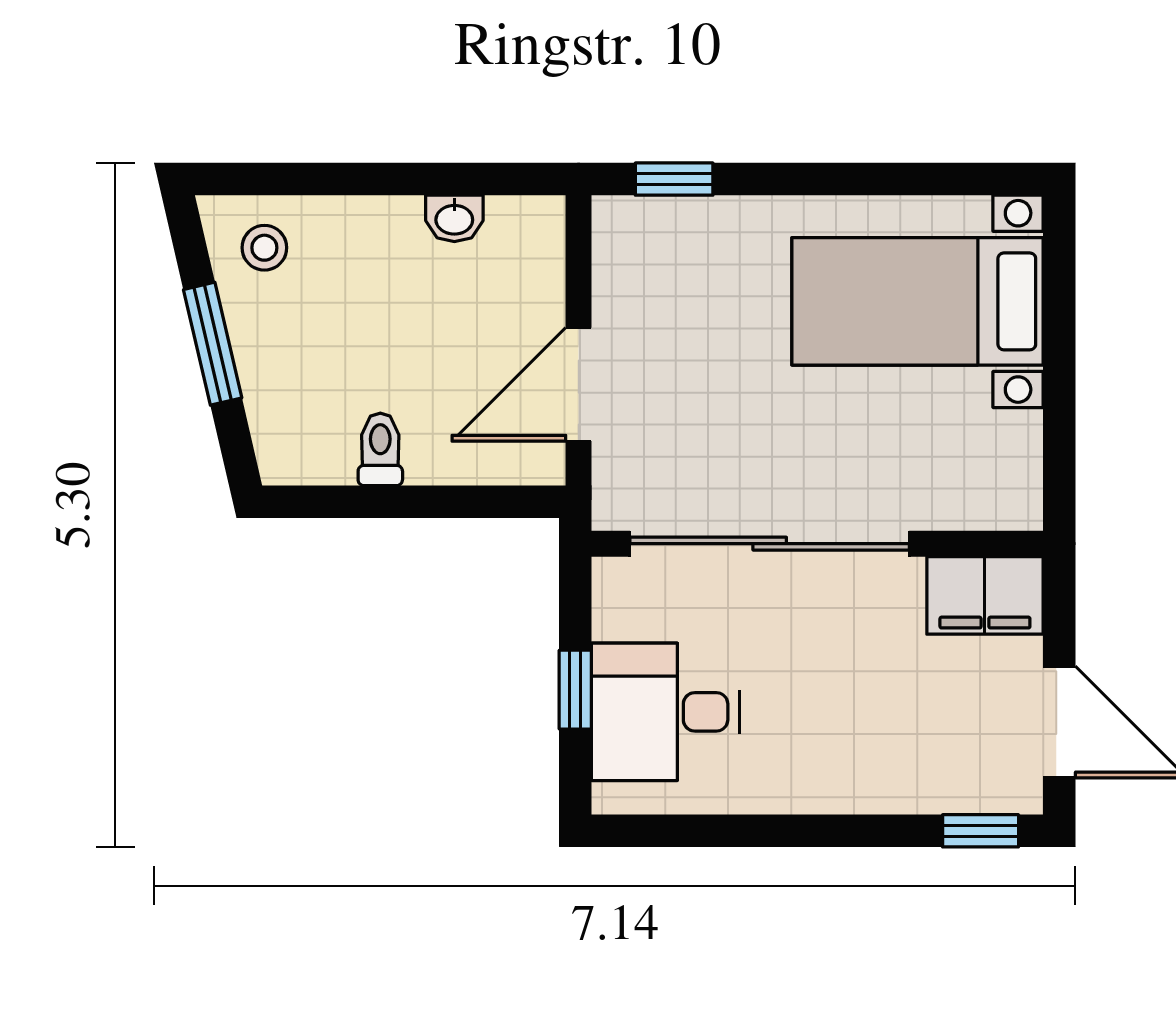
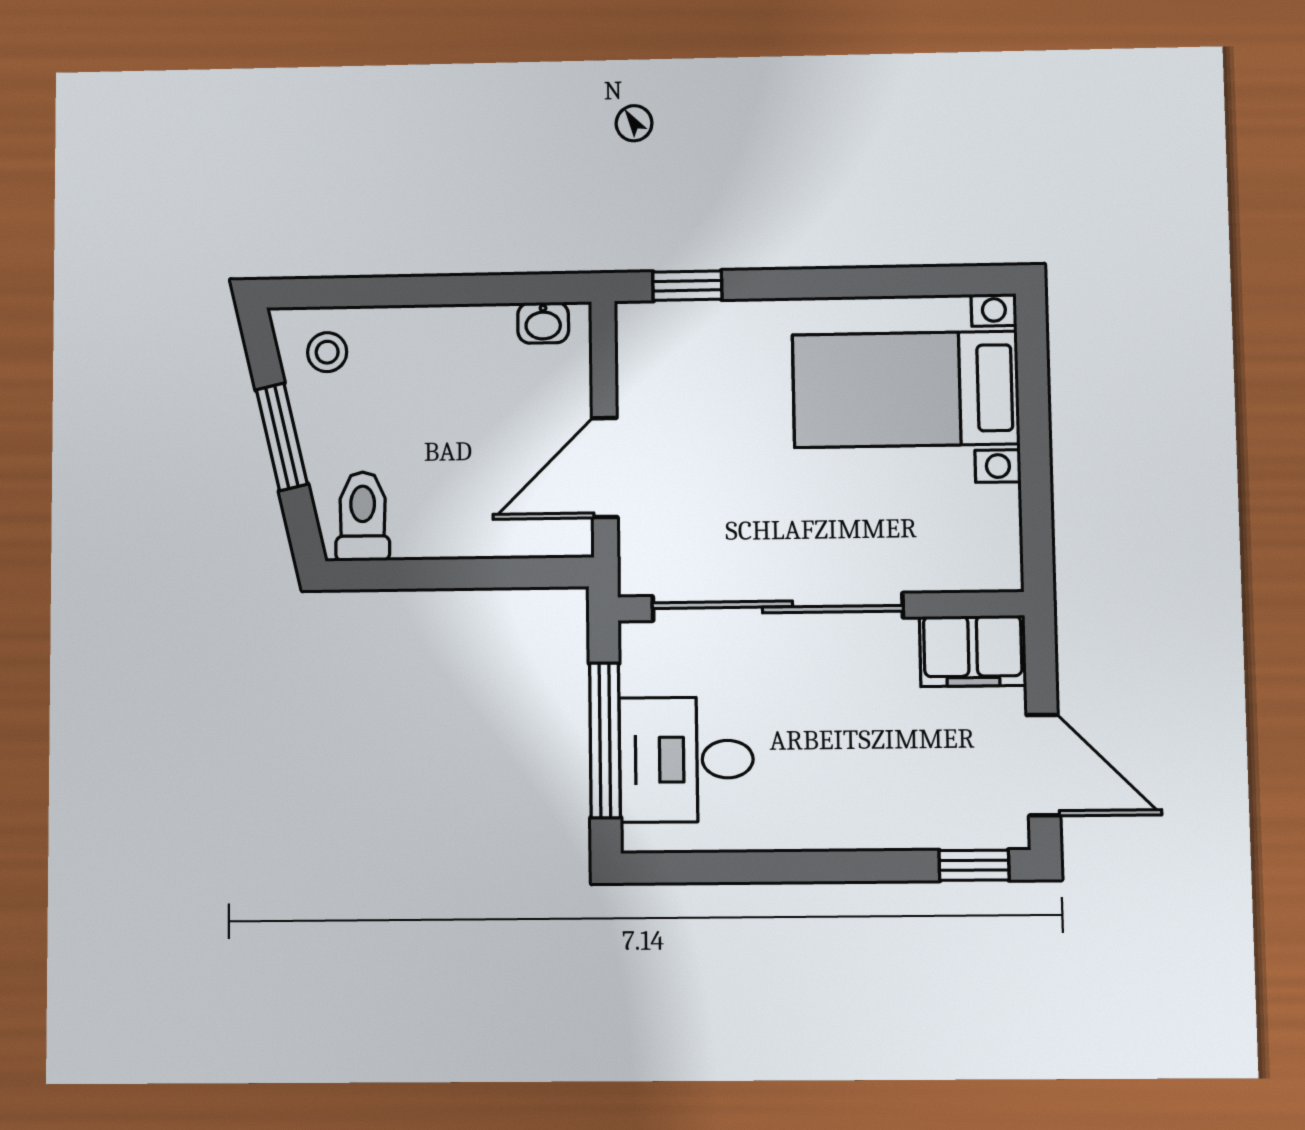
washbasin: (454, 218) -> (543, 323), moved
toilet: (380, 449) -> (363, 516), moved, width x1.37, depth x1.39
window: (575, 690) -> (605, 740), width x2.17

